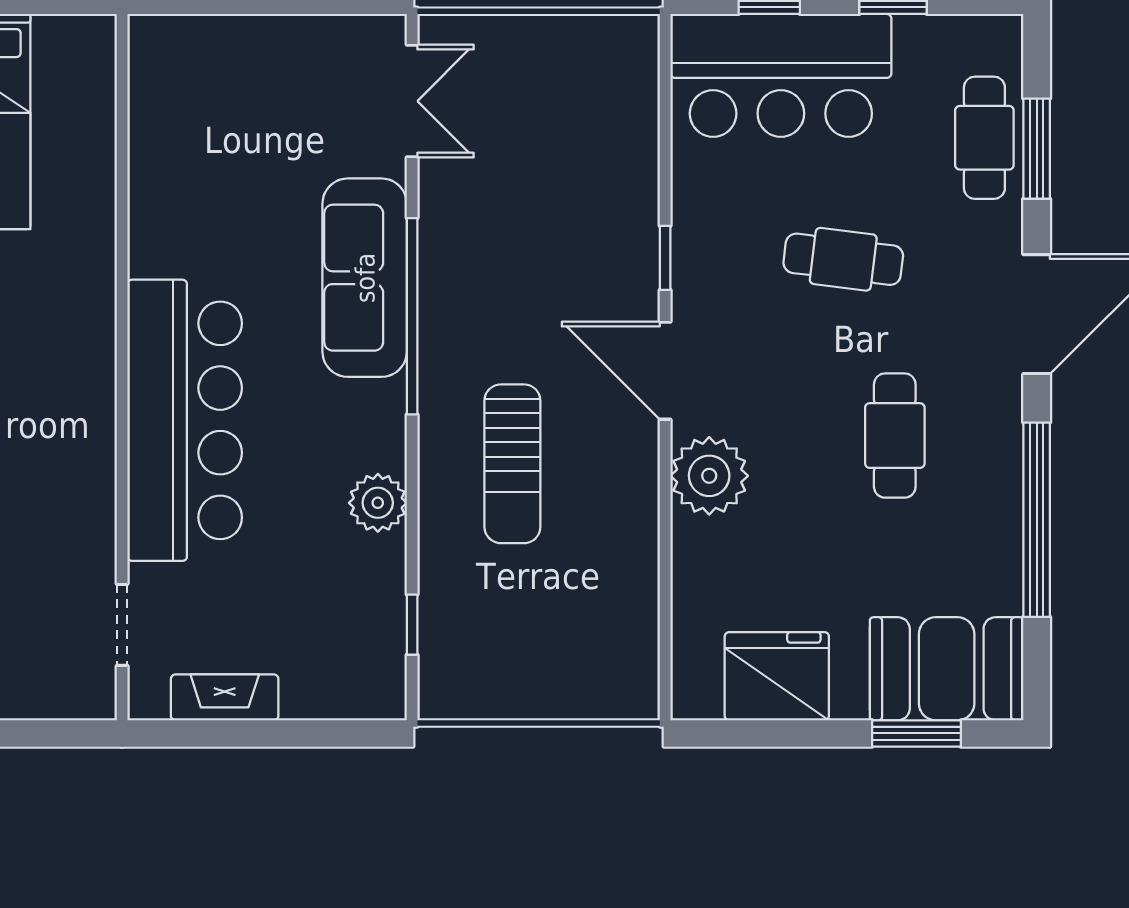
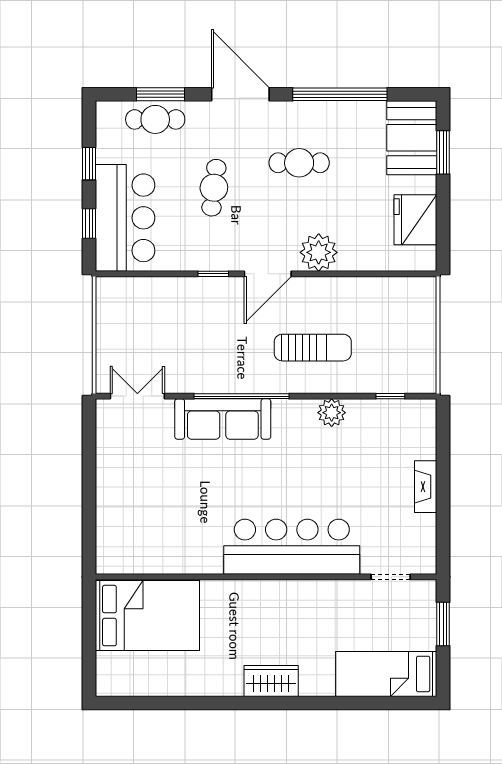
wall: (122, 367) -> (266, 577), moved
bar counter: (185, 420) -> (292, 547), moved
doorway: (122, 625) -> (391, 577), moved

